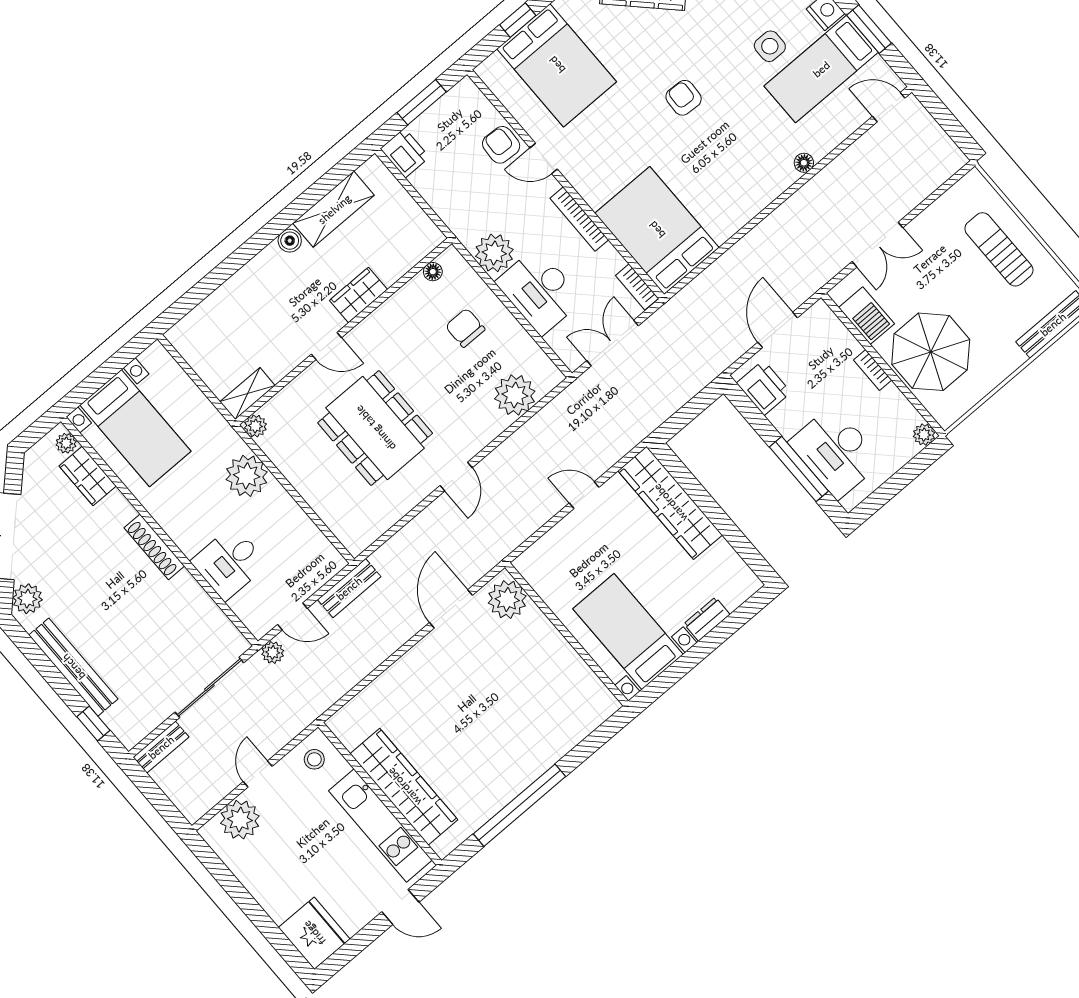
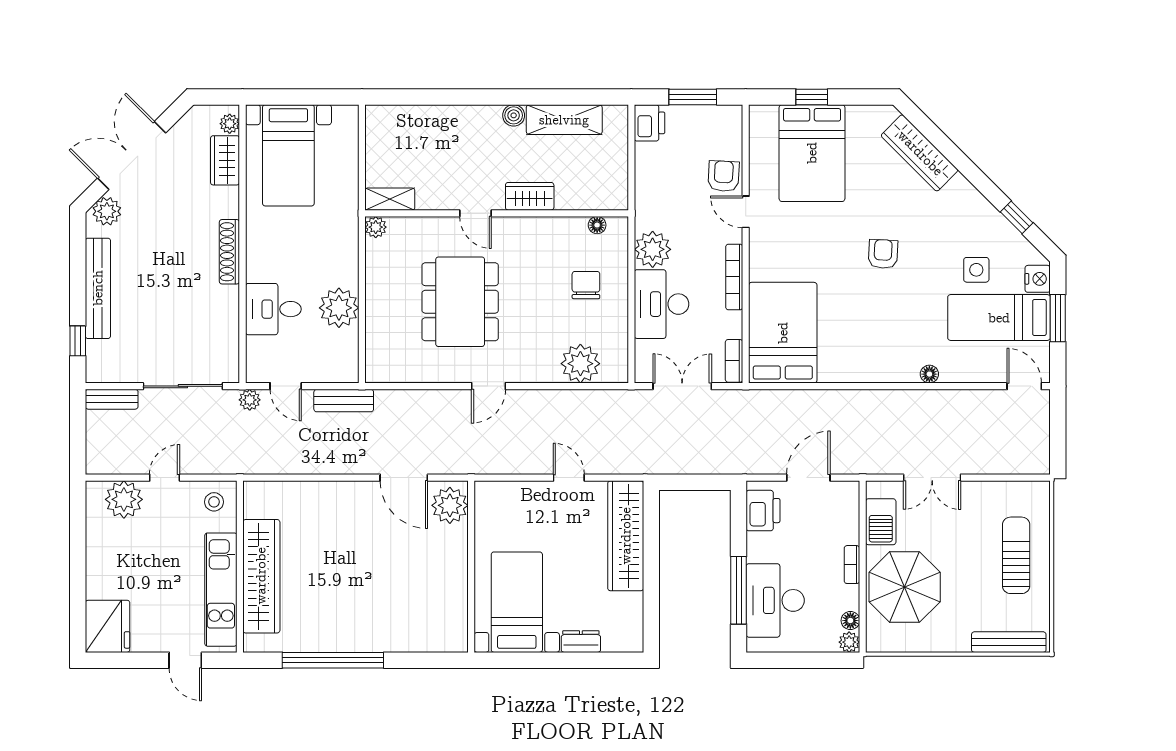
floor lamp: (910, 416) -> (850, 621), added
plant: (247, 476) -> (339, 308), moved
door: (451, 609) -> (404, 478), swing flipped

